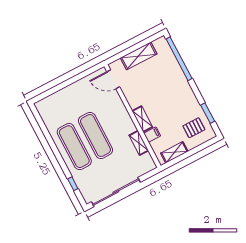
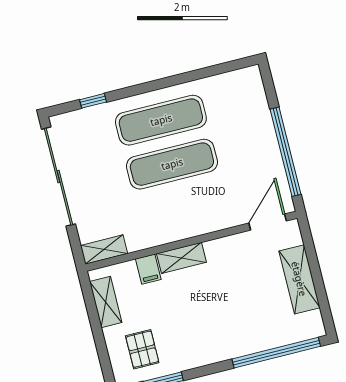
window: (75, 79) -> (285, 152), added
shelving: (139, 143) -> (104, 250), moved

